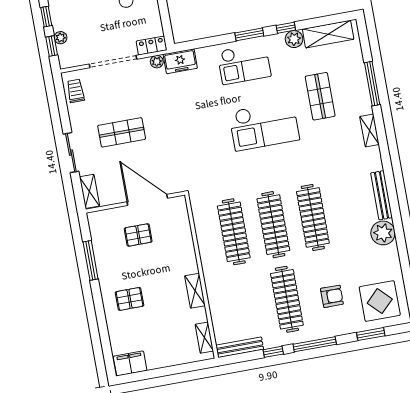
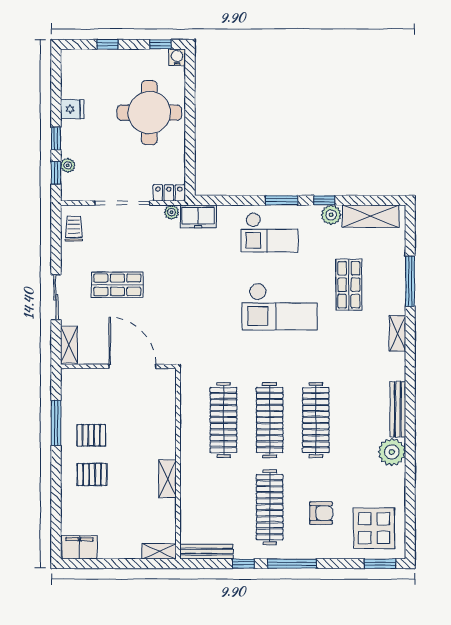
pallet: (138, 235) -> (91, 435), moved
window: (371, 334) -> (380, 564), moved
shelving: (204, 338) -> (159, 551), moved, turned 90

